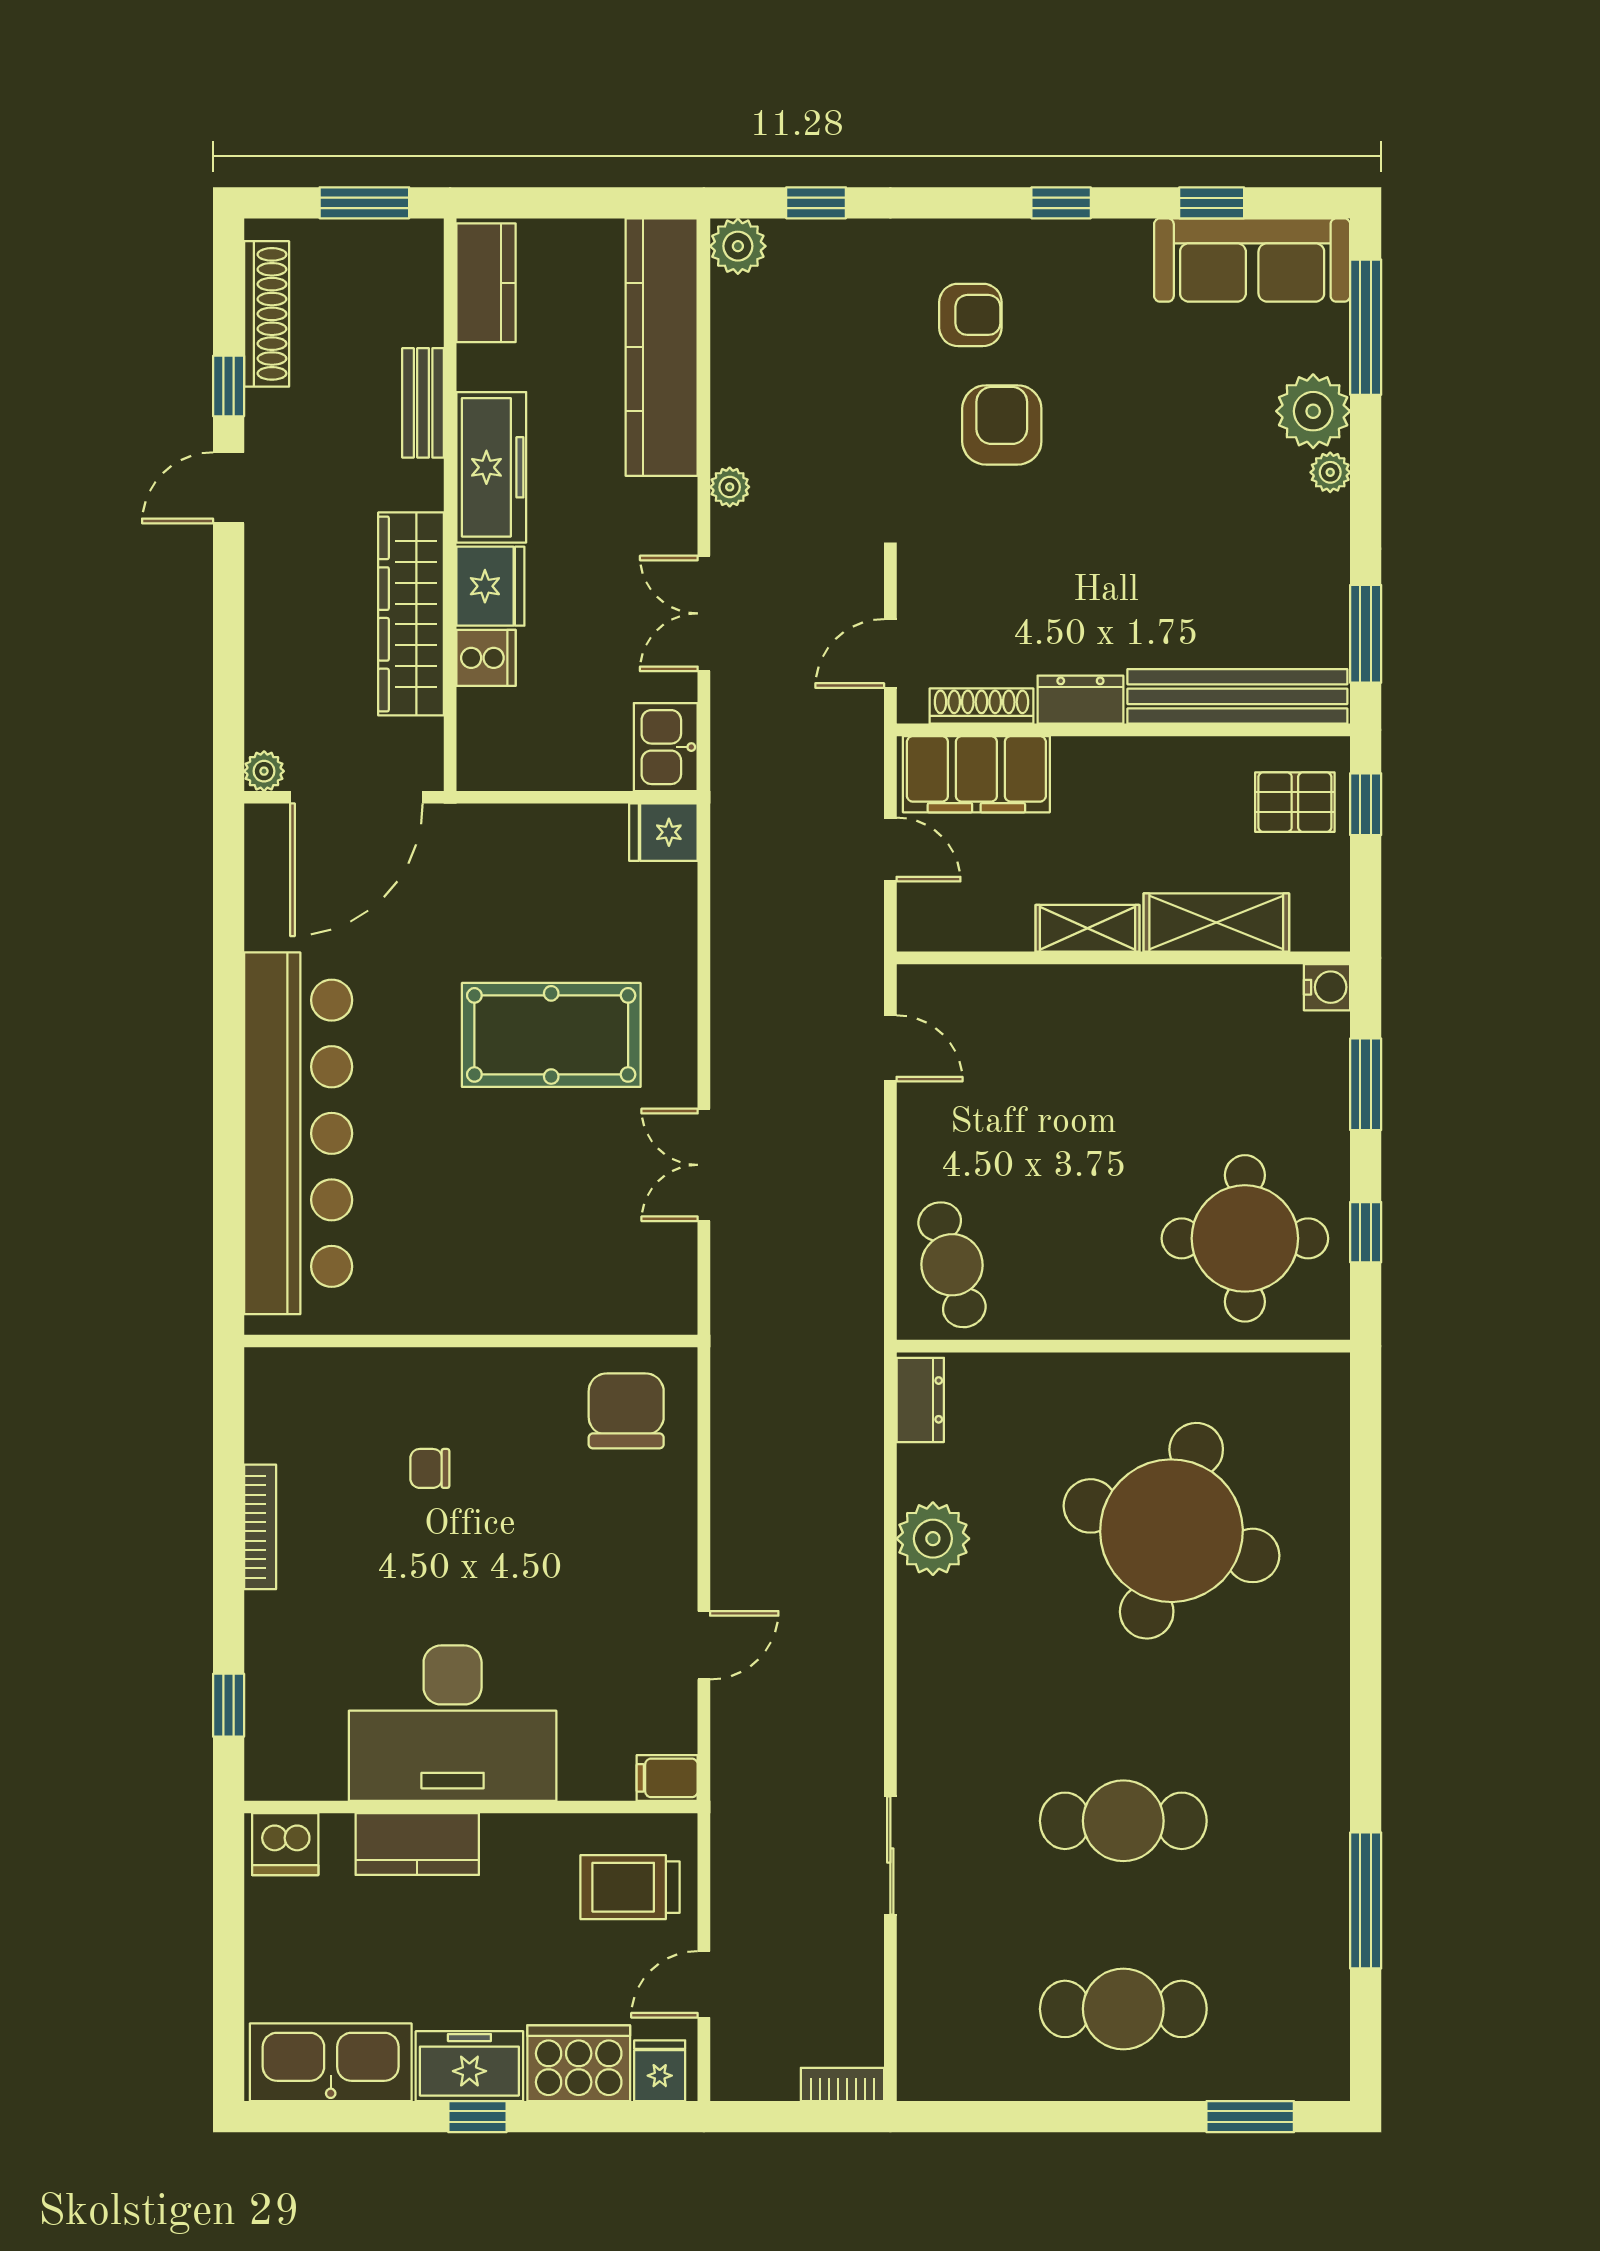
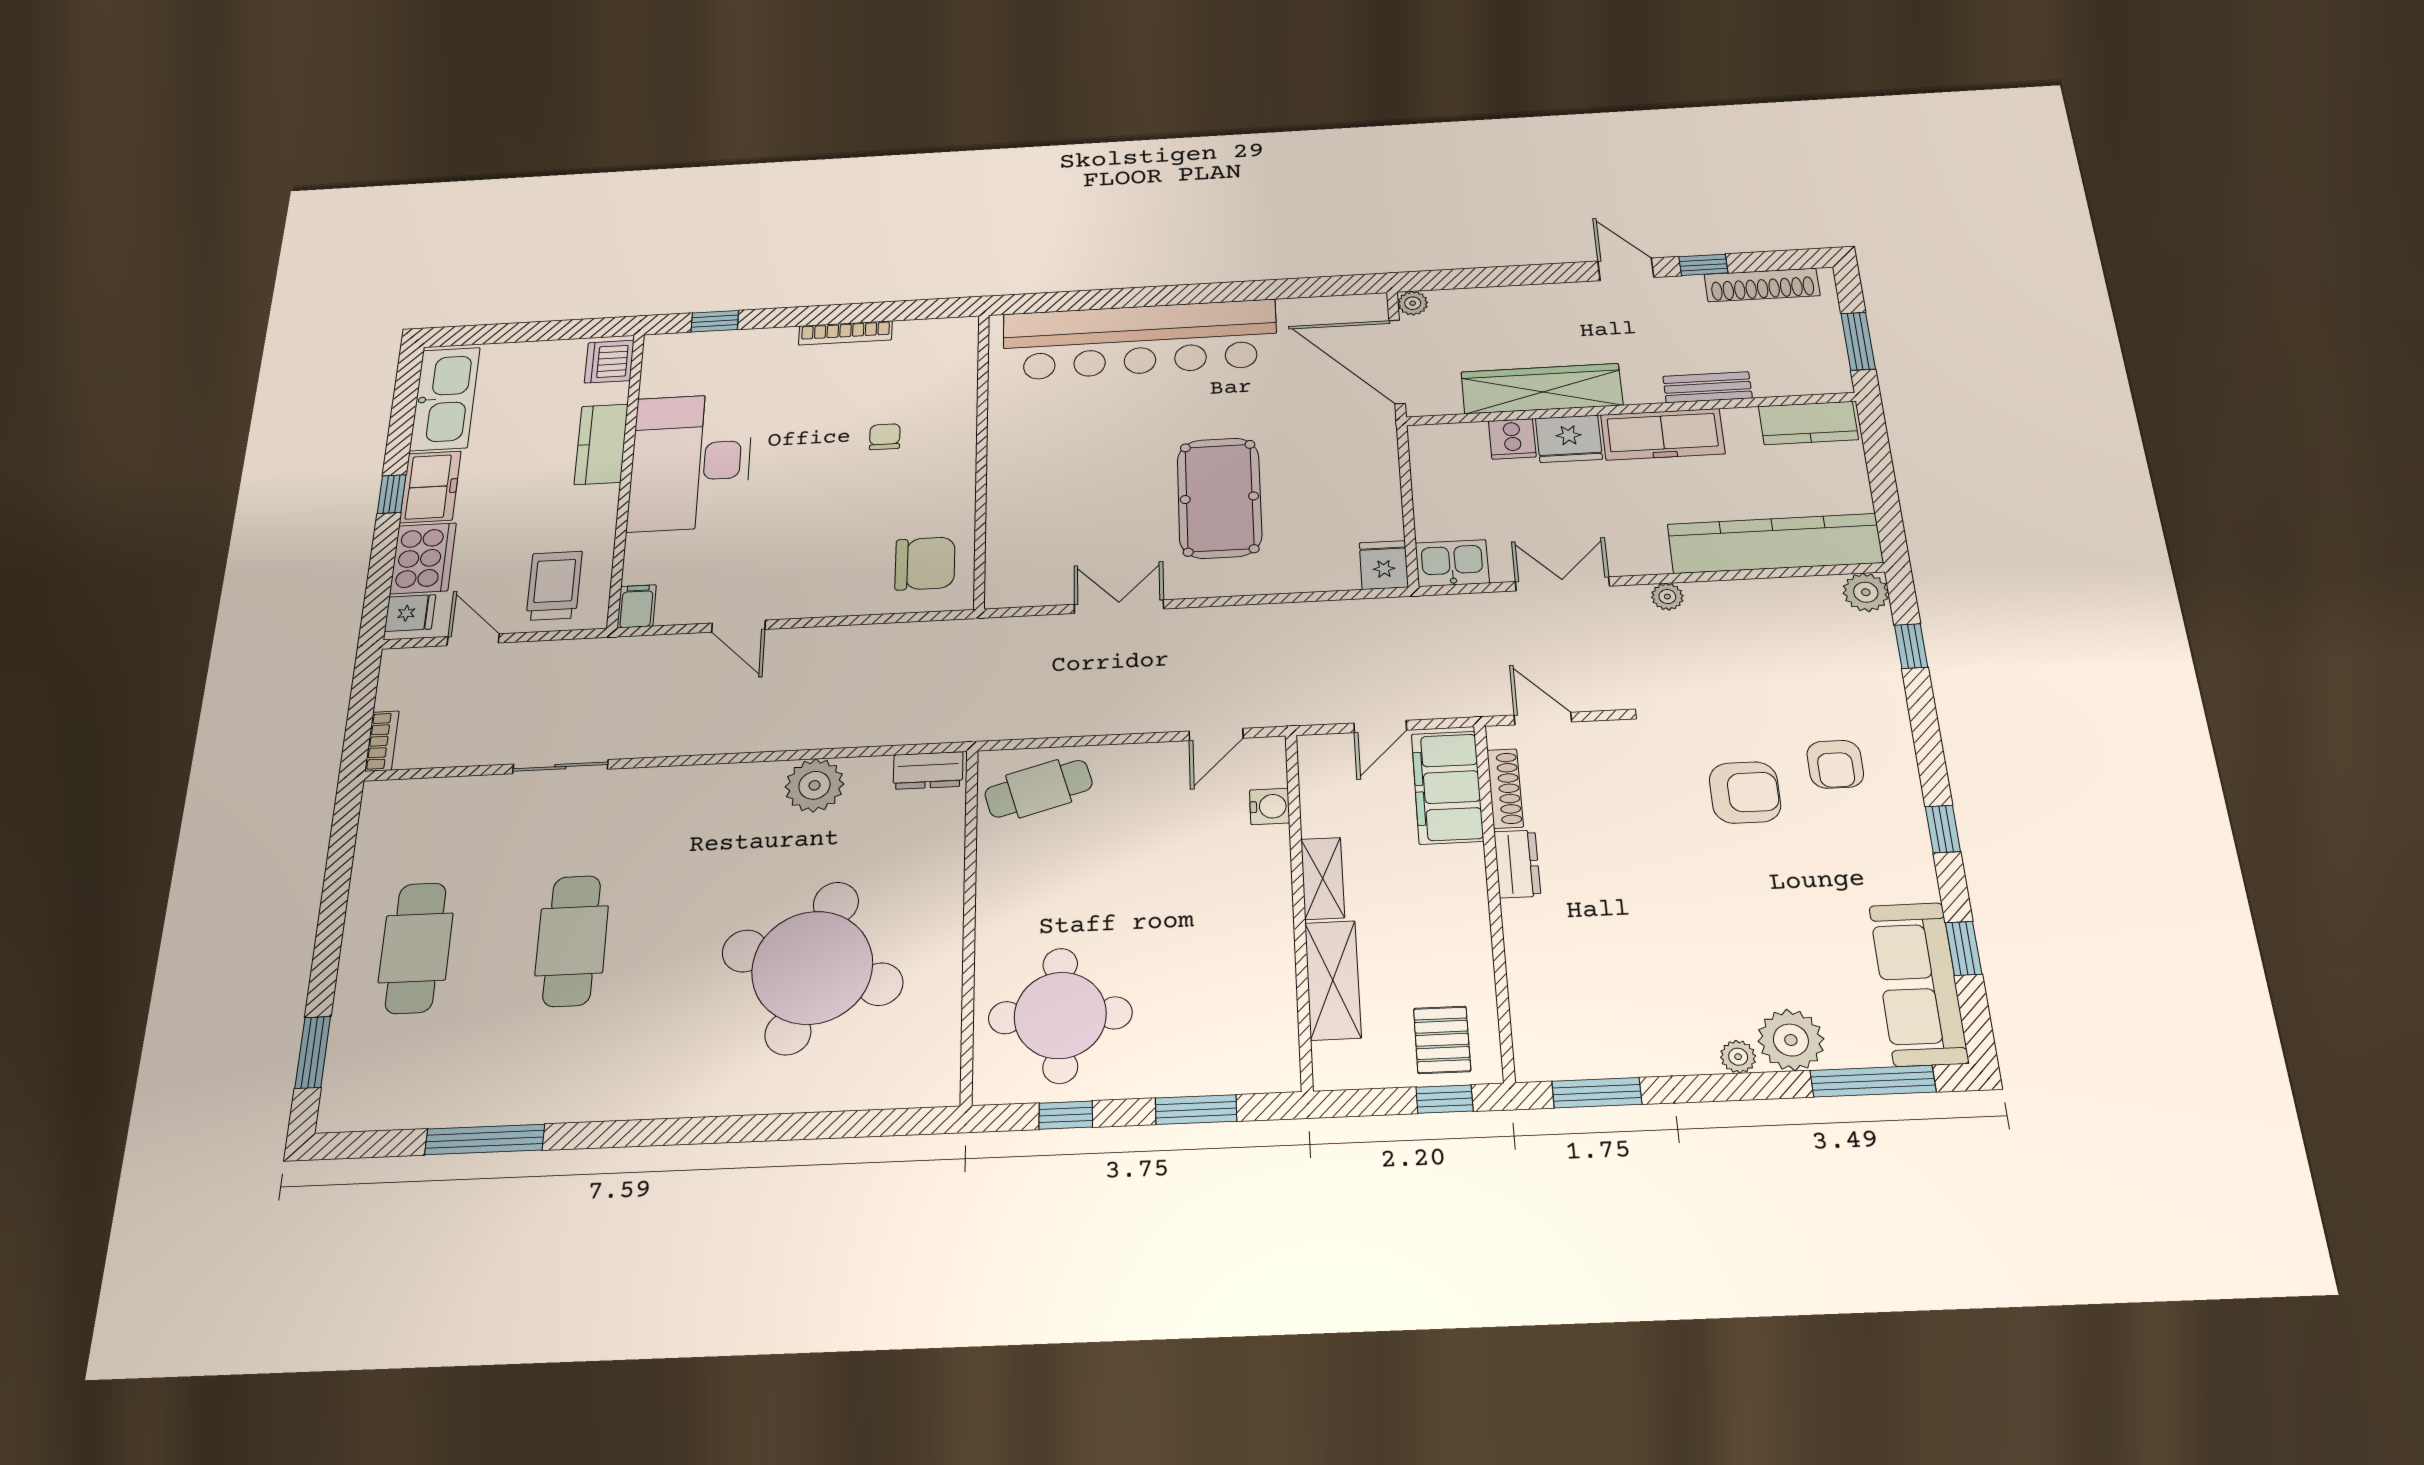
bench: (1237, 696) -> (1531, 988), removed
water cooler: (1327, 987) -> (1270, 806), moved, turned -90

